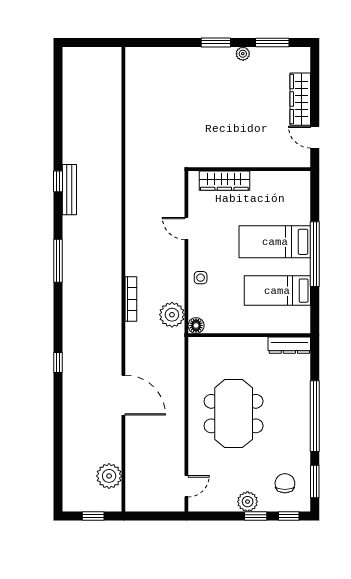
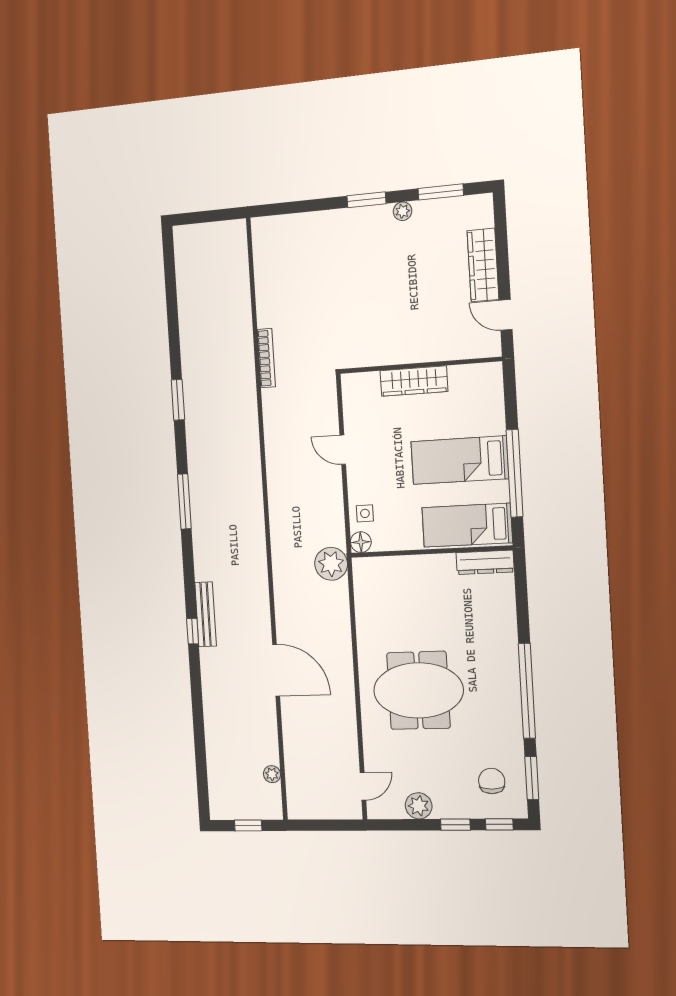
window: (58, 181) -> (178, 400), width x1.50
wardrobe: (224, 181) -> (414, 381), moved
bench: (69, 190) -> (206, 614), moved
bookcase: (131, 299) -> (266, 358), moved
floor lamp: (196, 326) -> (361, 542), moved
wall: (249, 335) -> (431, 551), moved
dresser: (289, 345) -> (485, 562), moved
meeting table: (234, 414) -> (418, 690), turned 90
plant: (109, 476) -> (272, 774), width x0.53, depth x0.53
plant: (248, 502) -> (419, 806), moved

